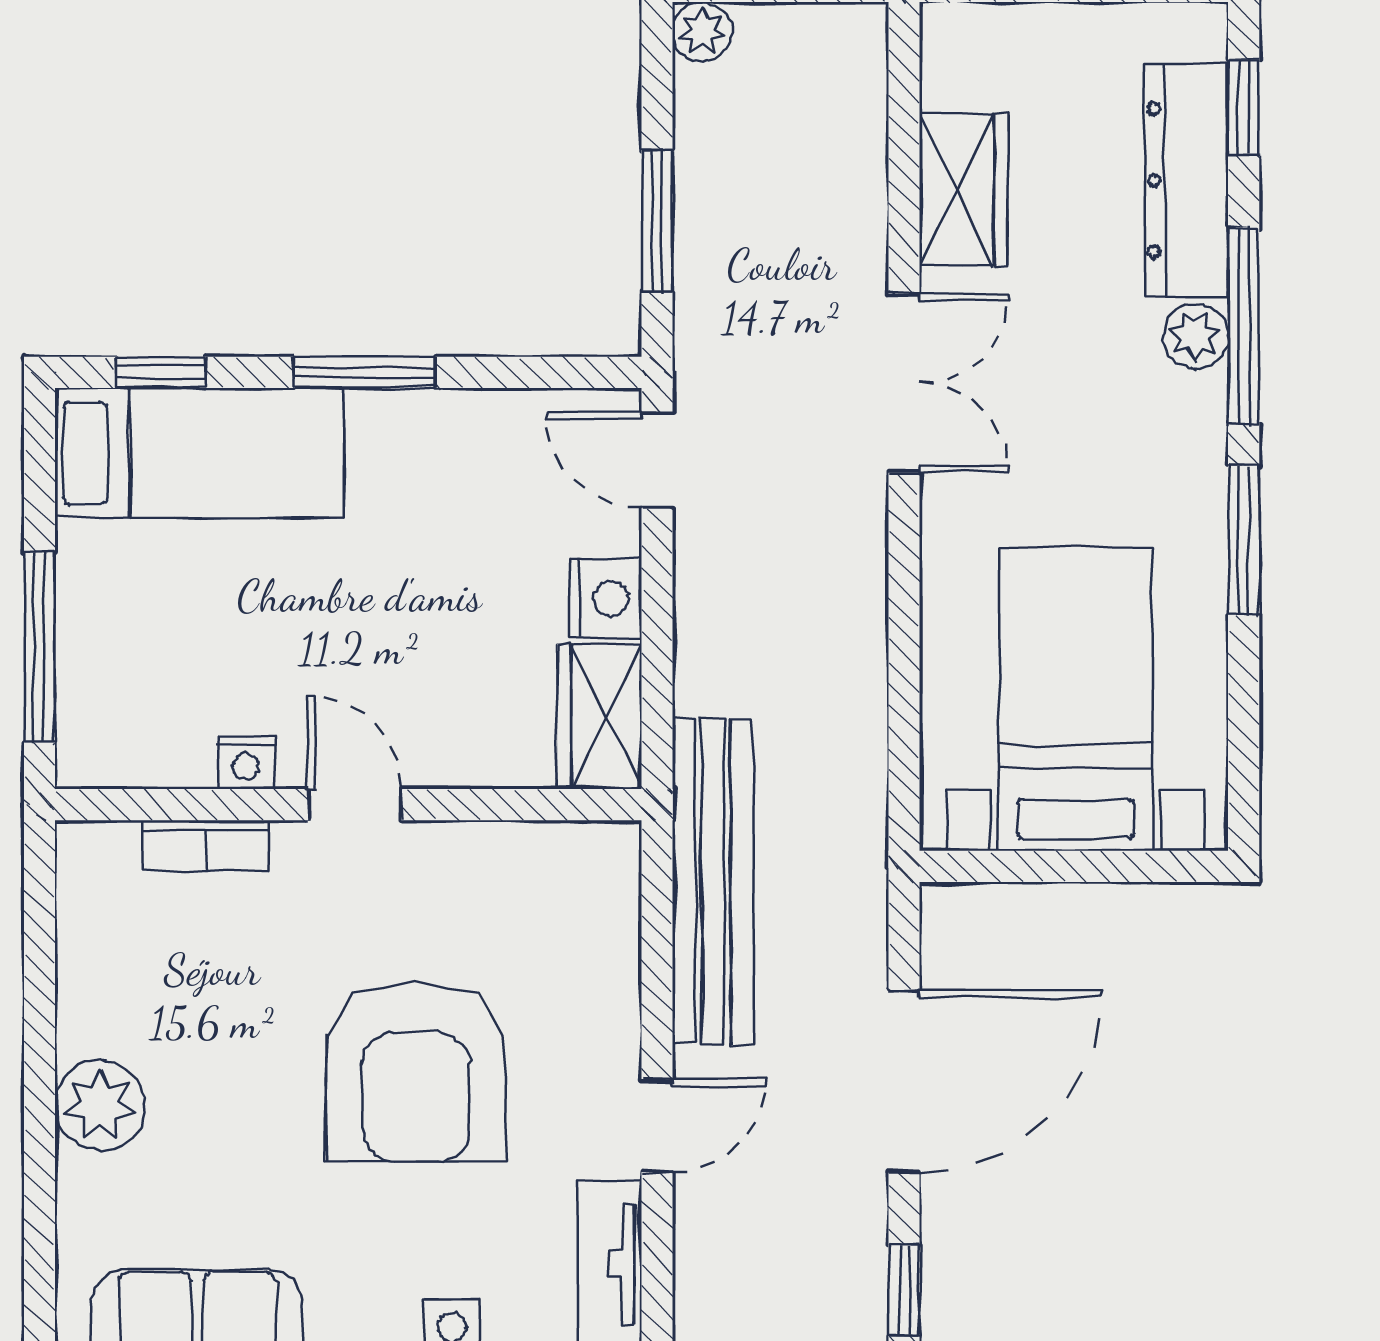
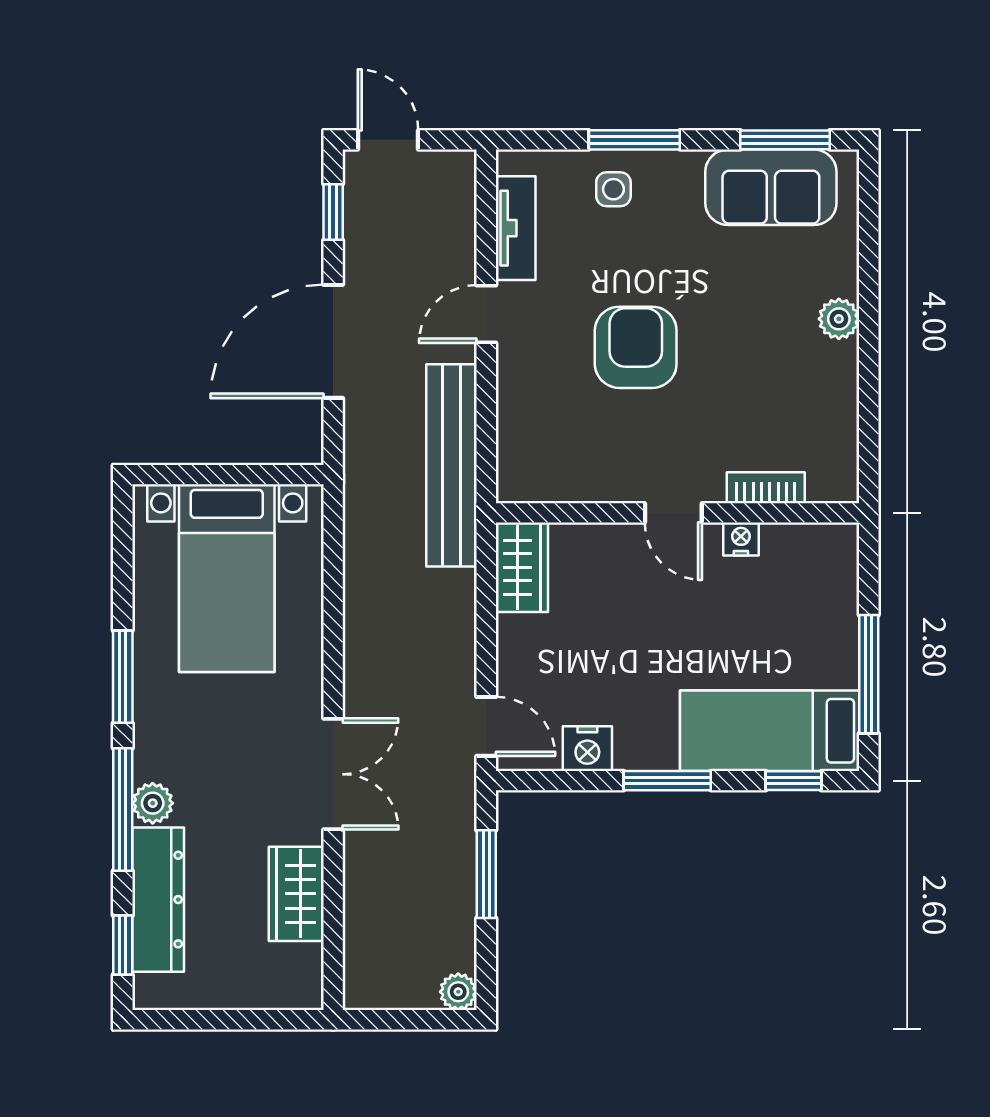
double door: (904, 383) -> (333, 774), swing flipped
nightstand: (605, 599) -> (587, 749), moved, turned -90
window: (39, 647) -> (869, 674), moved
armchair: (416, 1072) -> (636, 347), width x0.73, depth x0.73
plant: (100, 1105) -> (839, 319), width x0.73, depth x0.73

